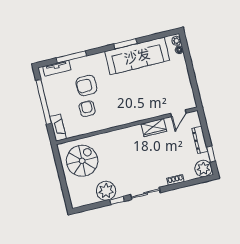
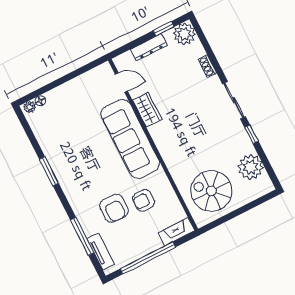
sofa: (137, 56) -> (130, 139), moved, turned 180
plant: (106, 191) -> (250, 167), moved

